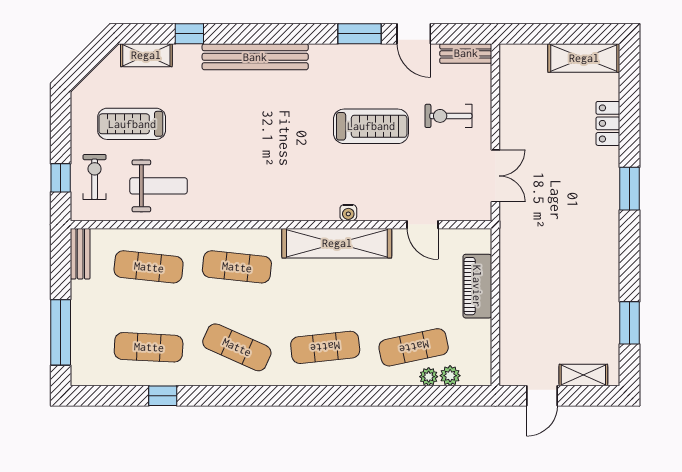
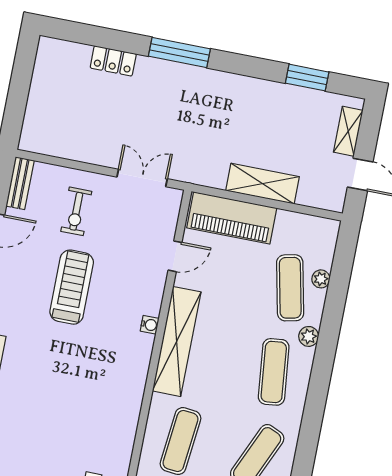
shelving: (584, 58) -> (262, 184), moved, turned 90
window: (630, 189) -> (179, 52), width x1.44
piano: (477, 286) -> (232, 218), width x1.37, depth x1.33
plant: (450, 376) -> (309, 336), moved

